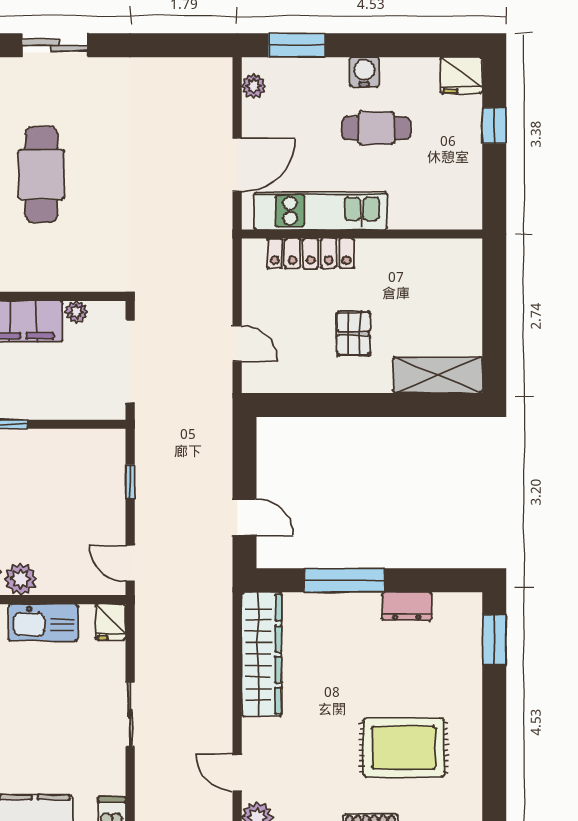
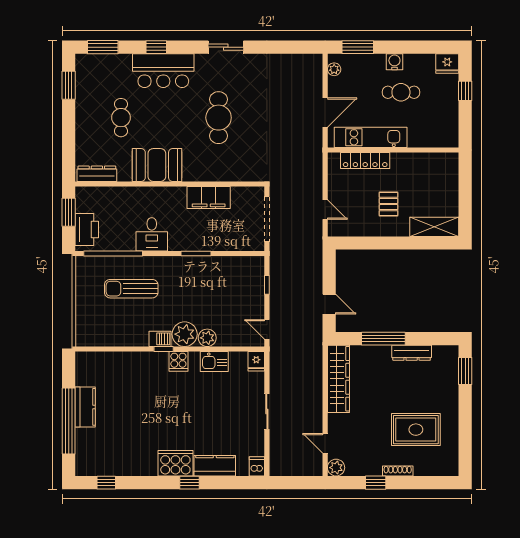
plant: (76, 312) -> (238, 192), removed
dresser: (407, 606) -> (412, 353), width x1.44
kitchen sink: (43, 623) -> (214, 362), width x0.73

